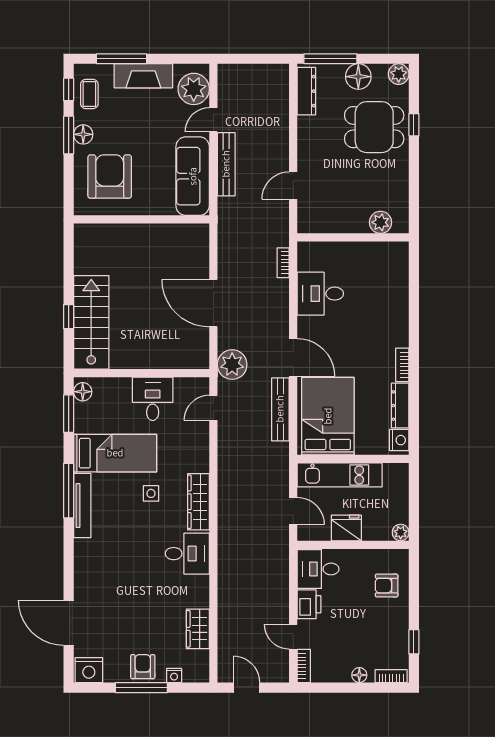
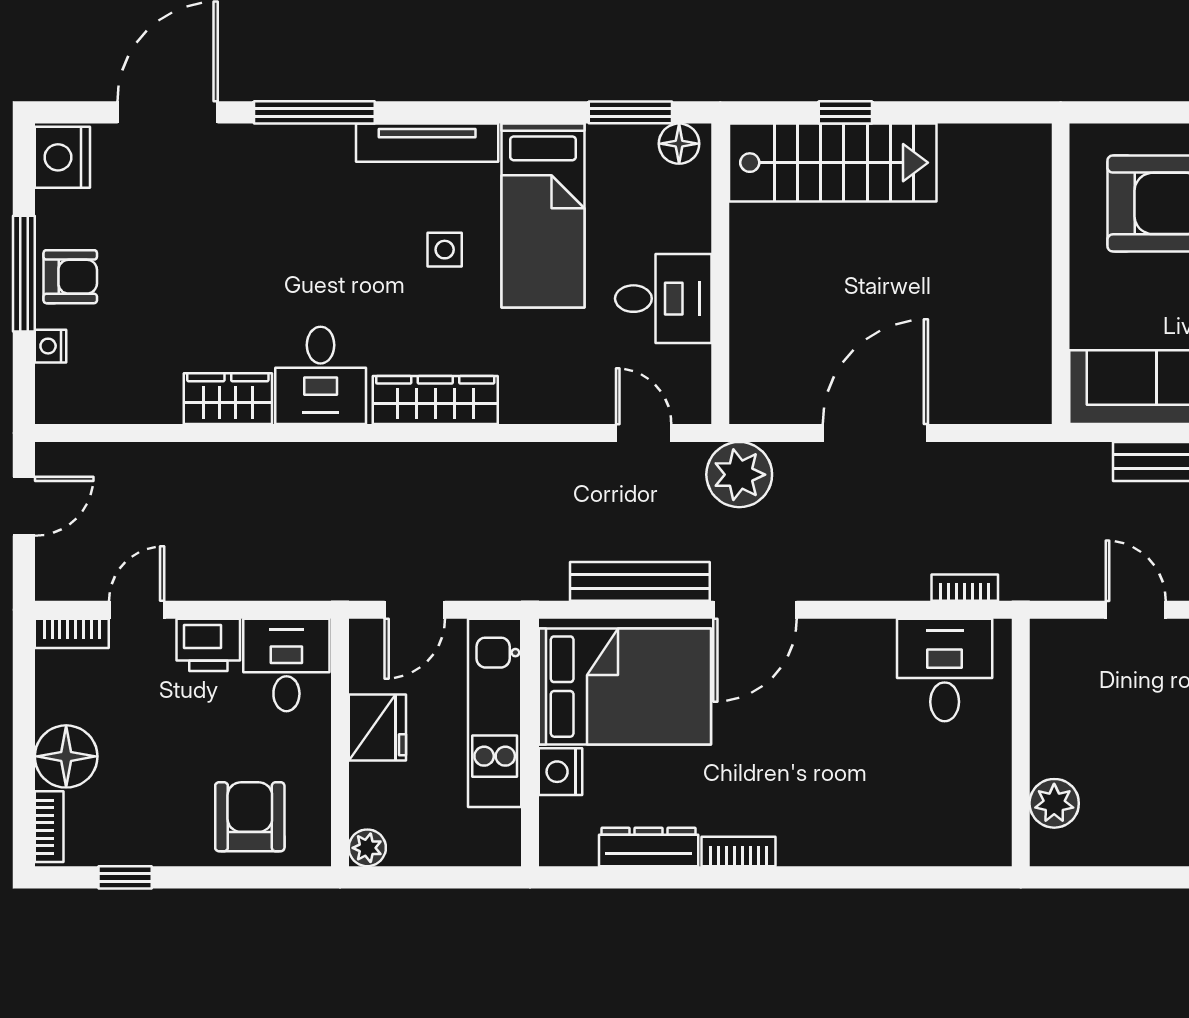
desk: (320, 294) -> (945, 670), moved
nightstand: (399, 440) -> (561, 772), moved, turned 90
window: (69, 491) -> (314, 112), moved
side table: (151, 493) -> (445, 250), moved
armchair: (387, 586) -> (250, 817), width x1.38, depth x1.38
wardrobe: (198, 629) -> (228, 399), moved
floor lamp: (359, 675) -> (66, 756), width x1.89, depth x1.89

